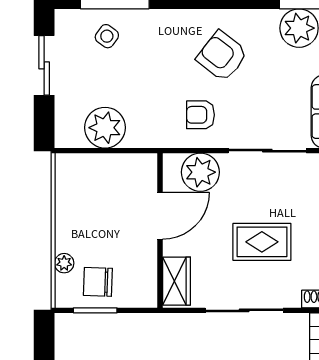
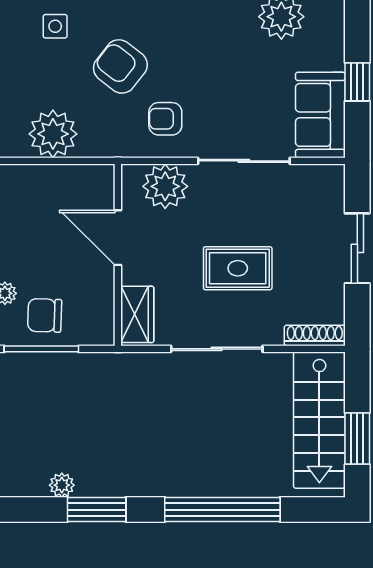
side table: (107, 36) -> (55, 26), turned -36
armchair: (222, 56) -> (120, 66), moved
door: (160, 216) -> (118, 238), swing flipped
window: (95, 310) -> (41, 349), width x1.44

